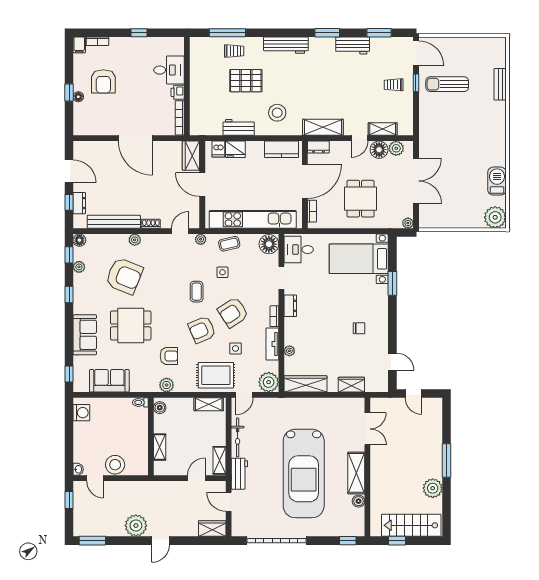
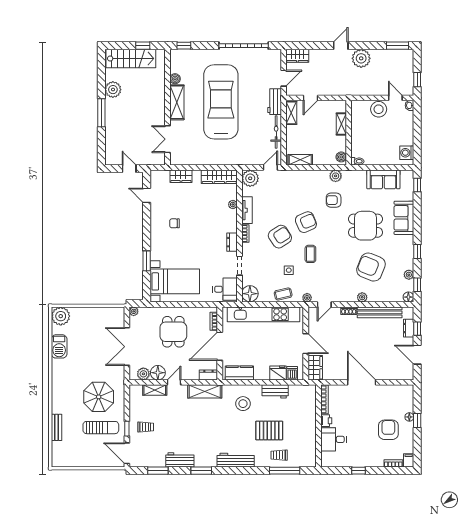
parasol: (450, 121) -> (99, 397), added
side table: (236, 348) -> (278, 206), removed
rug: (216, 375) -> (294, 184), removed
door: (229, 502) -> (284, 78), hinge flipped

